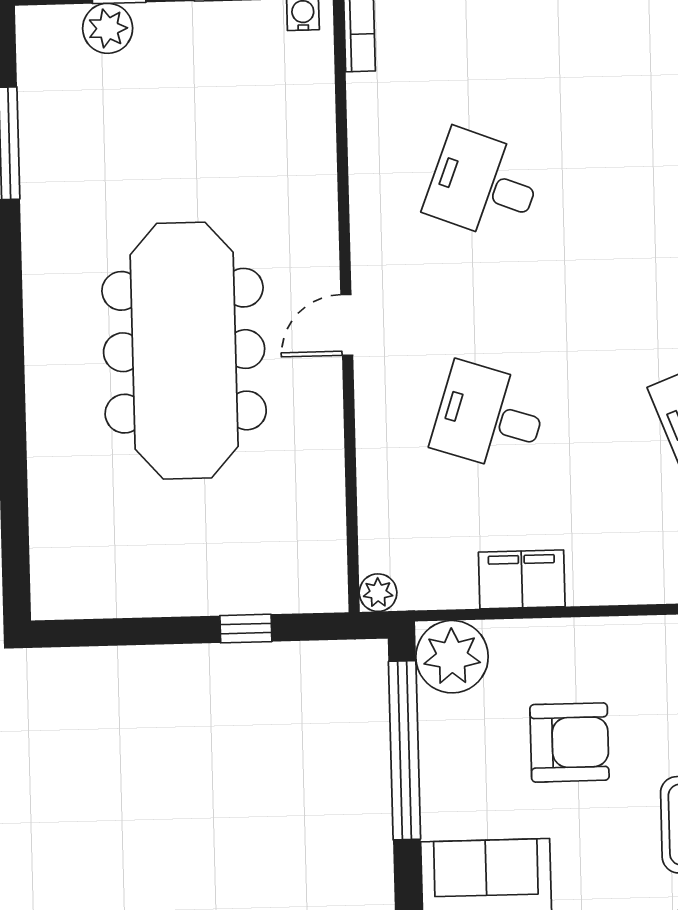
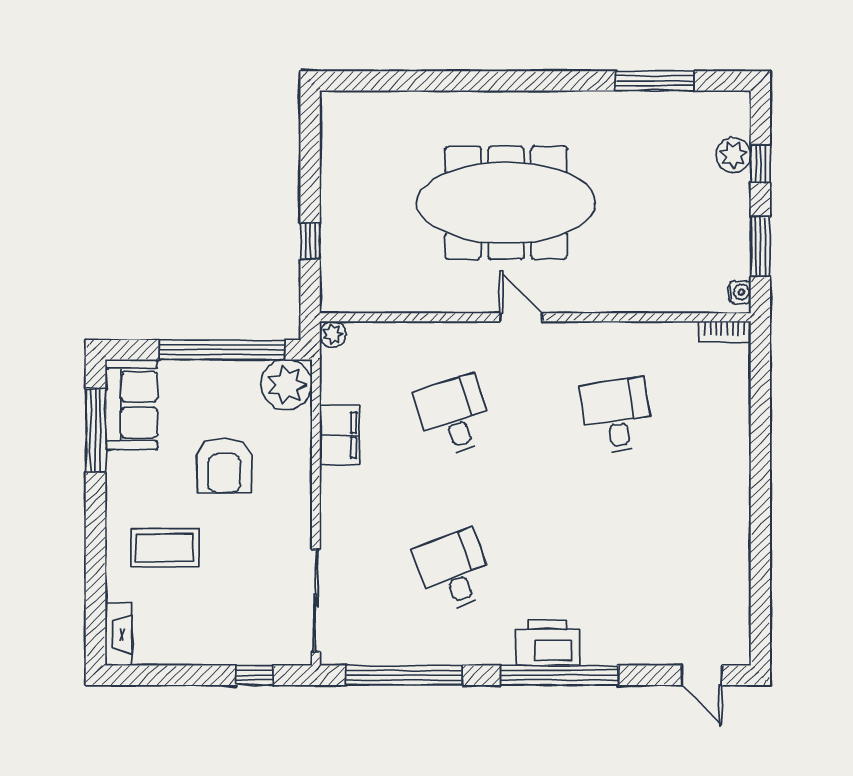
desk: (484, 185) -> (617, 416), turned -30
desk: (490, 417) -> (454, 416), turned -36

